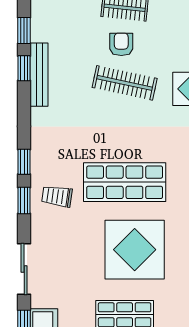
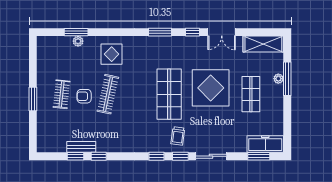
bench: (39, 75) -> (81, 147), moved, width x0.73
sliding door: (24, 269) -> (211, 156), moved

